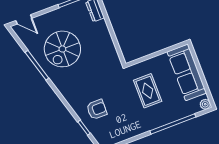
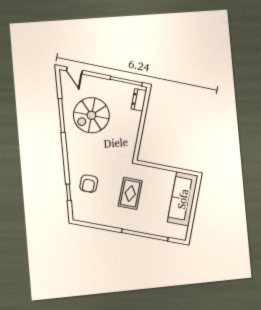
rug: (148, 91) -> (130, 193), moved
plant: (205, 104) -> (182, 235), removed
armchair: (97, 109) -> (89, 184), turned 90

